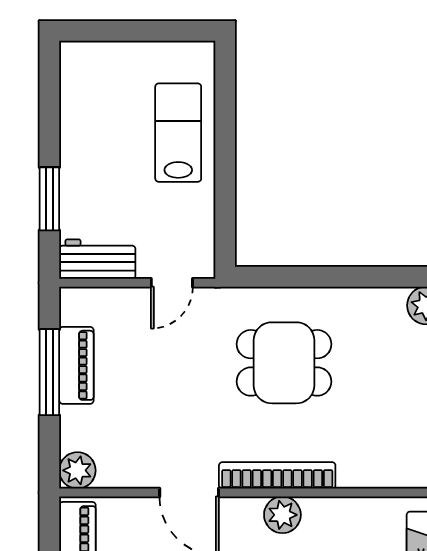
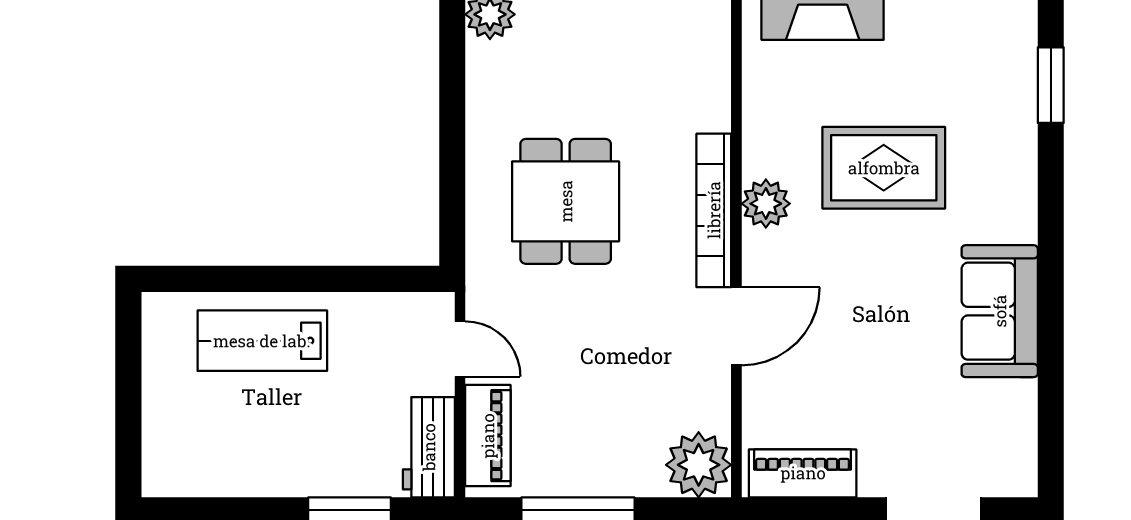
piano: (76, 365) -> (488, 436), moved, turned 90
plant: (77, 470) -> (699, 465), width x1.36, depth x1.36

